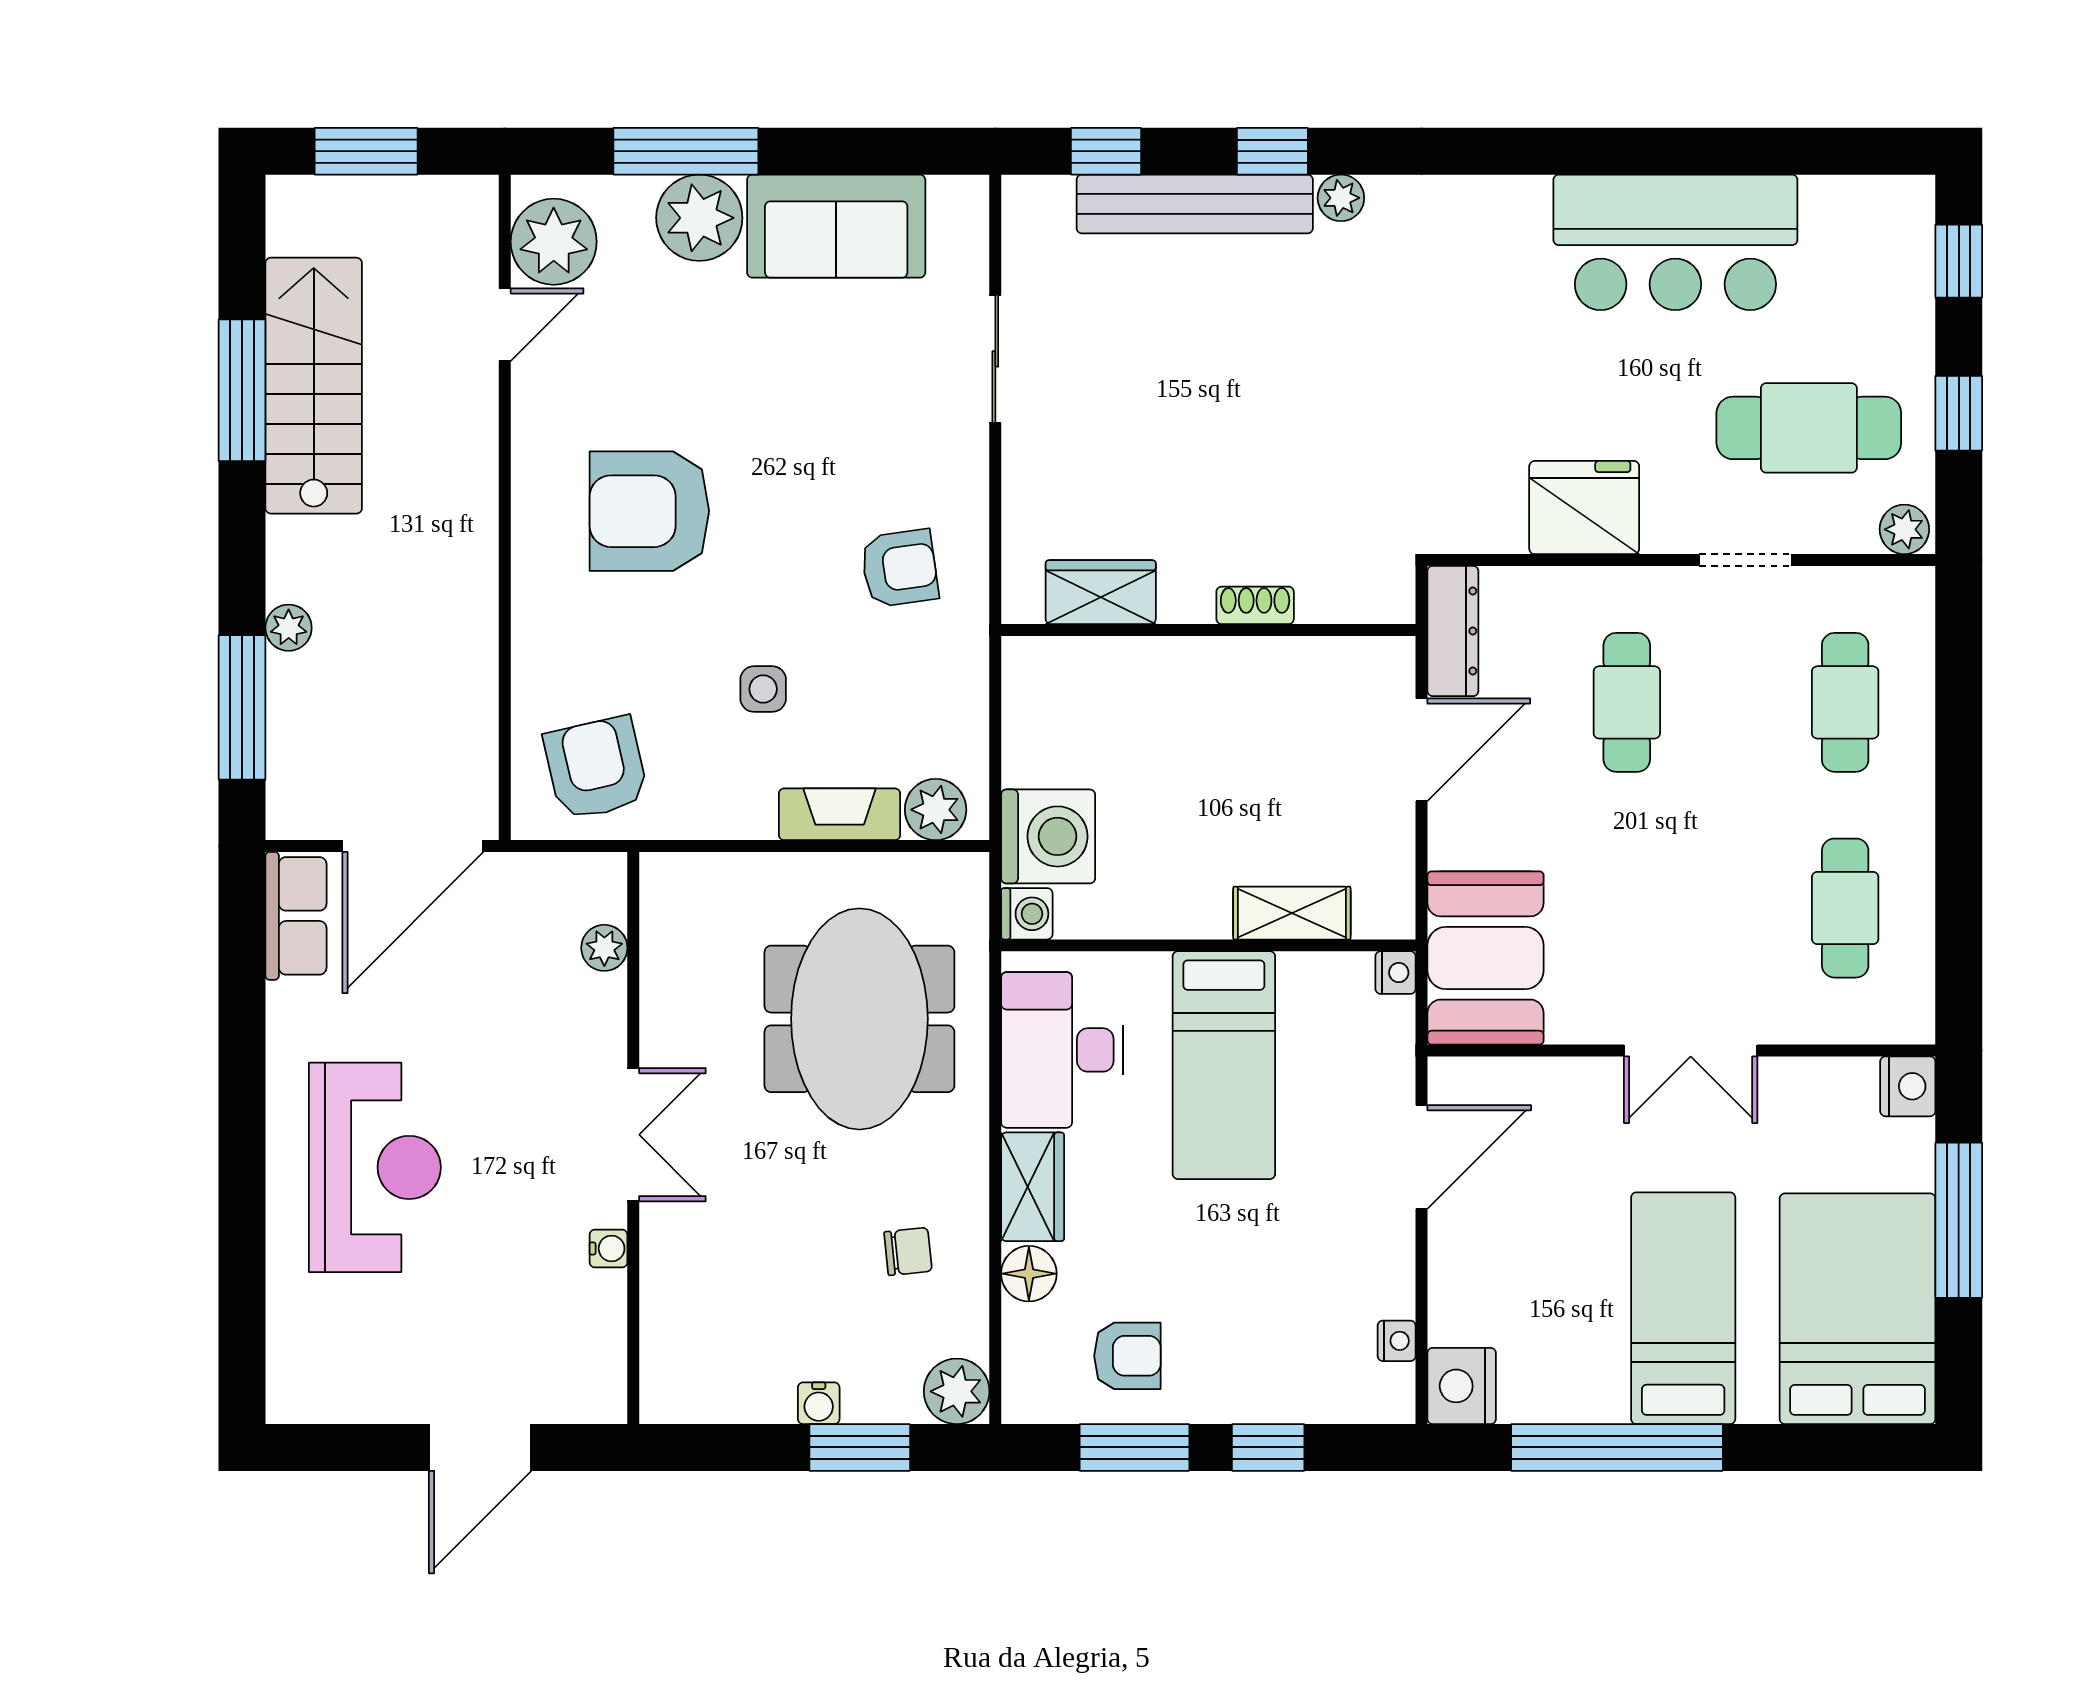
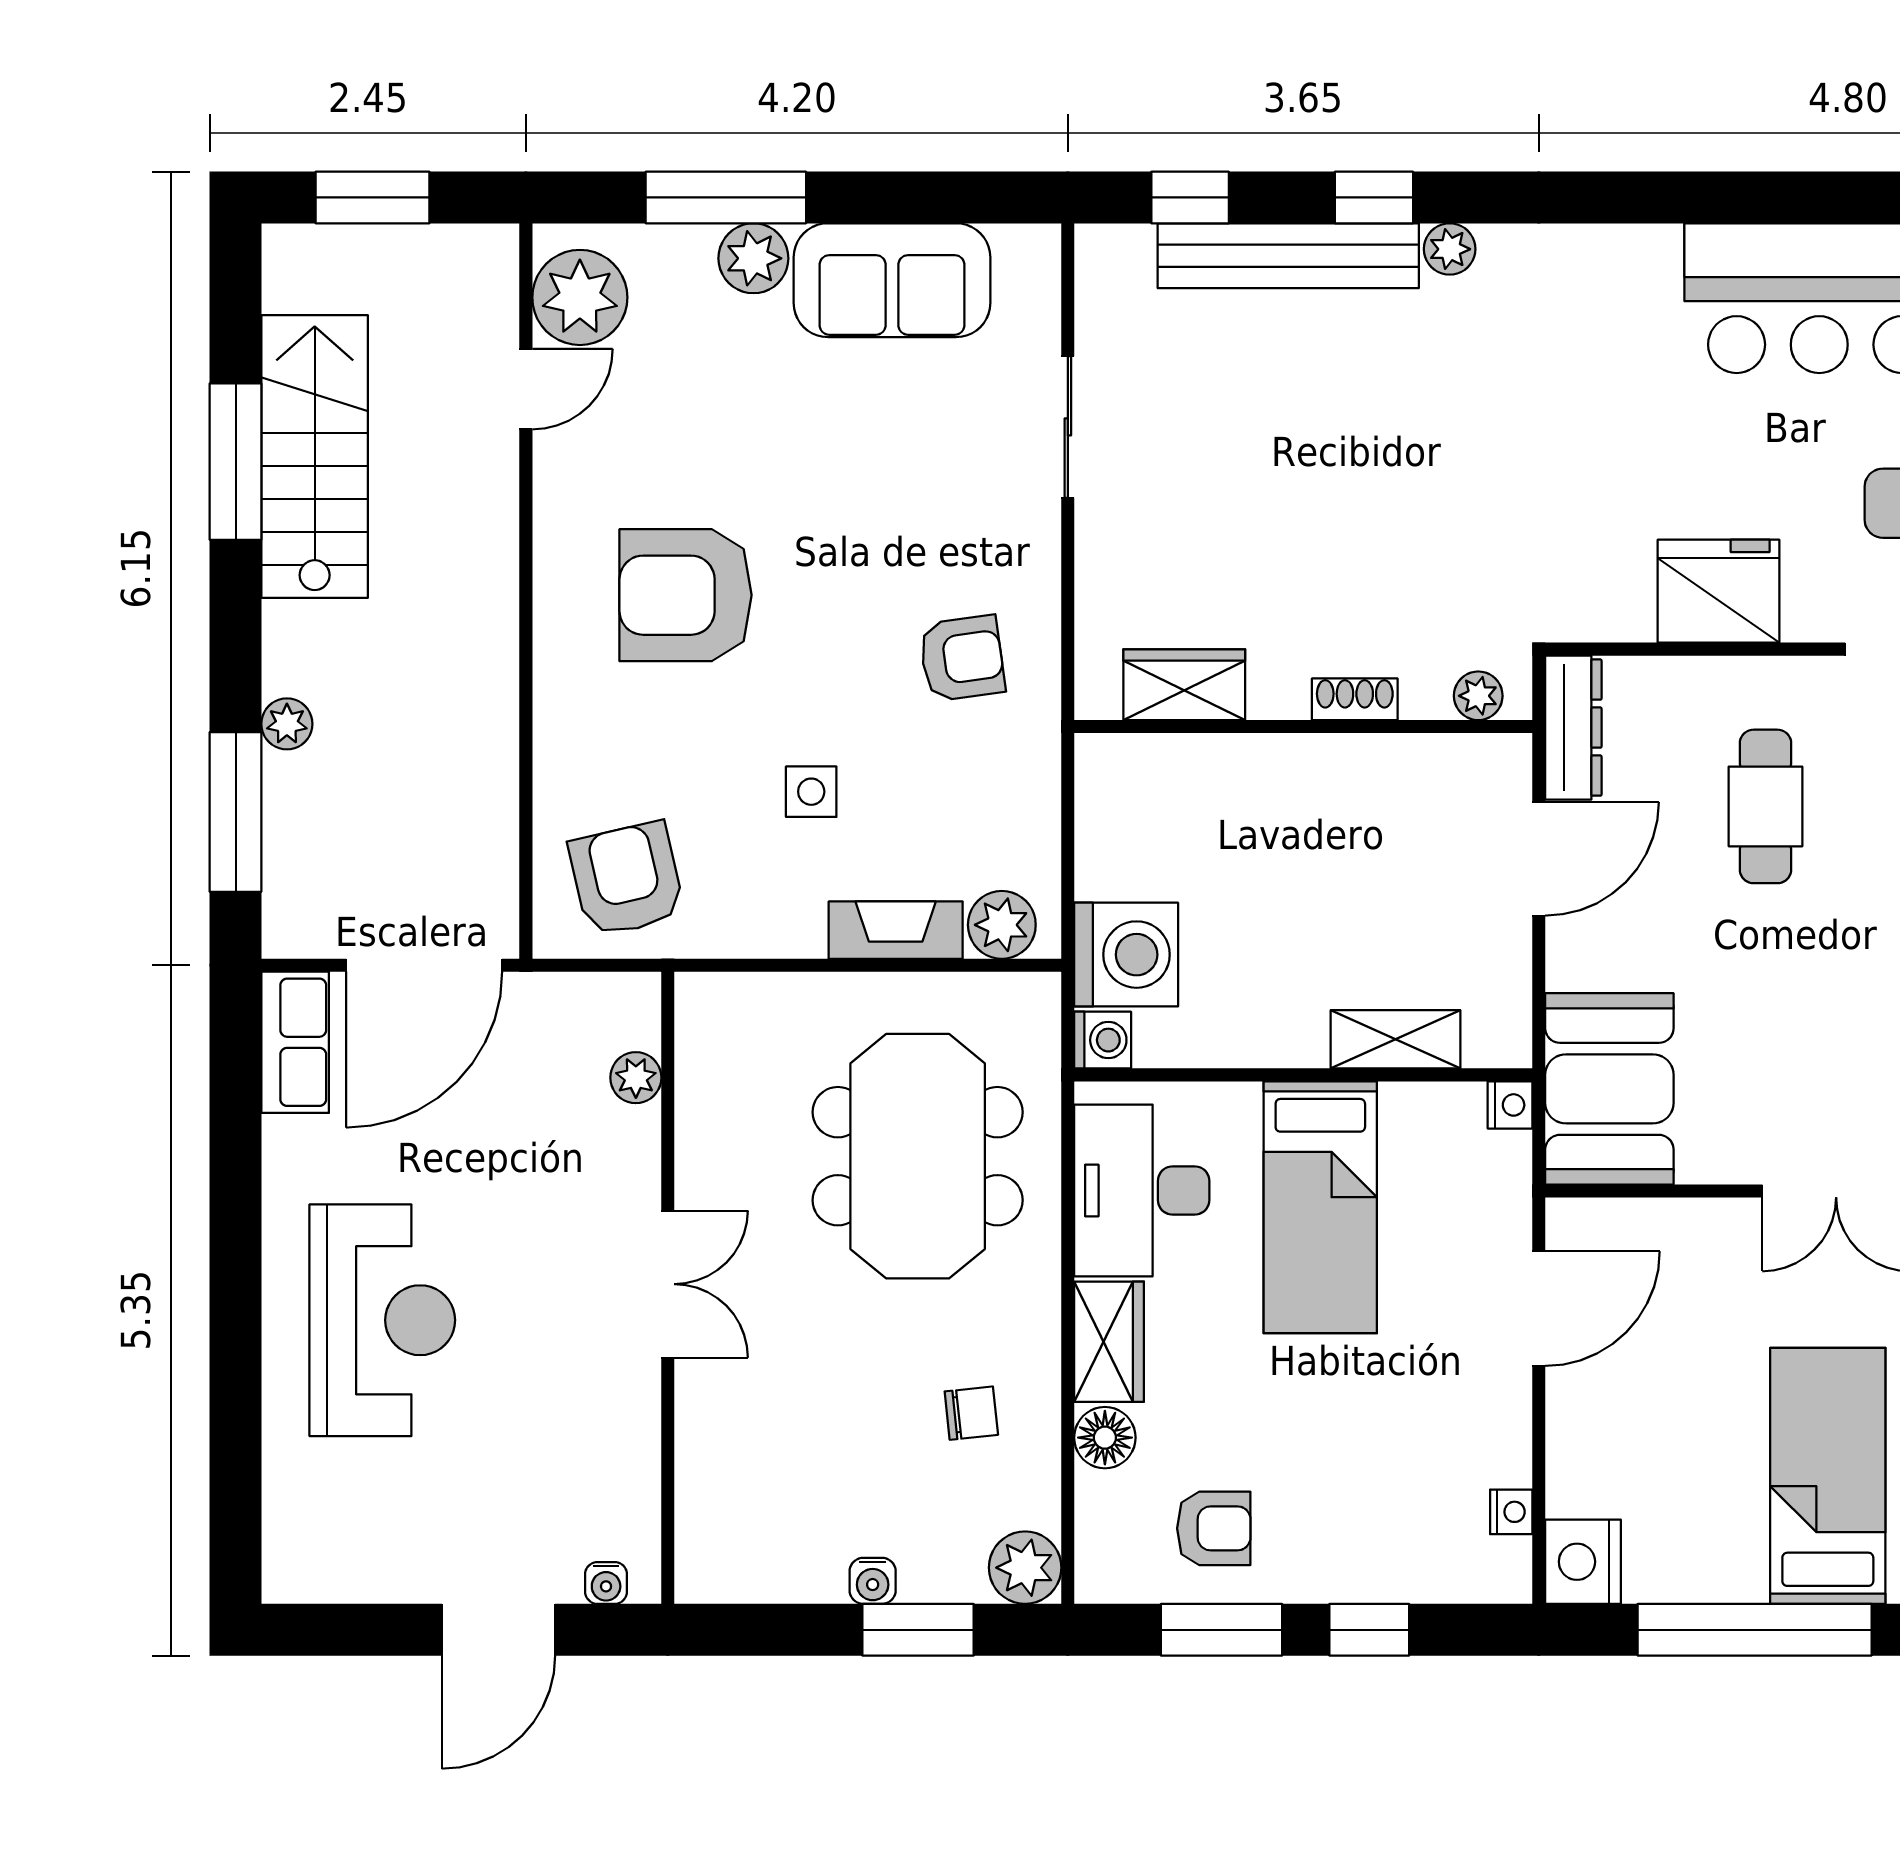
plant: (699, 218) -> (753, 258), width x0.73, depth x0.73
plant: (1367, 602) -> (1478, 696), added
water cooler: (608, 1248) -> (606, 1583), moved, turned 90

